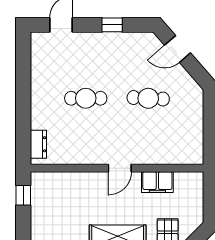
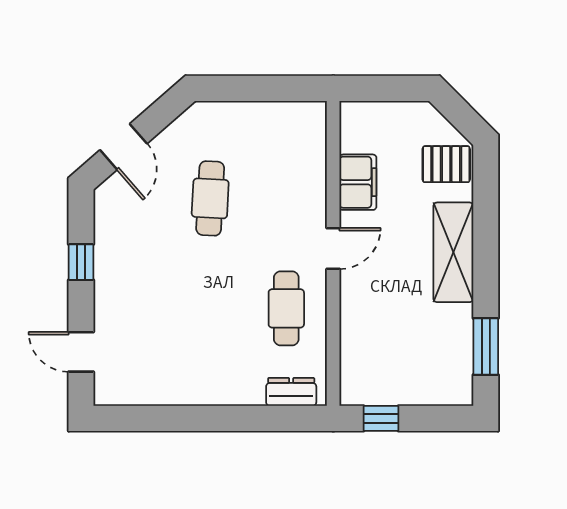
cafe table: (86, 98) -> (286, 308), moved
door: (120, 168) -> (333, 248), hinge flipped

